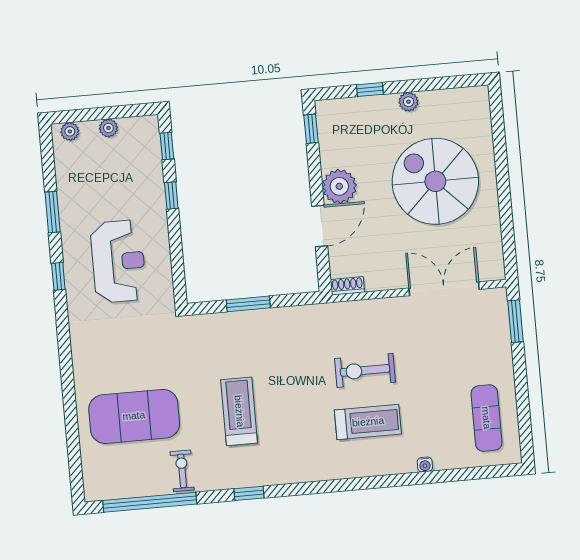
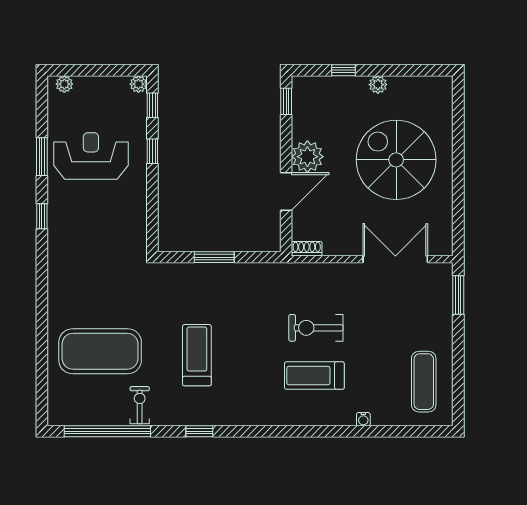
plant: (108, 128) -> (138, 84), moved
reception desk: (118, 261) -> (91, 156), moved, turned -90
treadmill: (368, 422) -> (314, 376), turned 180

